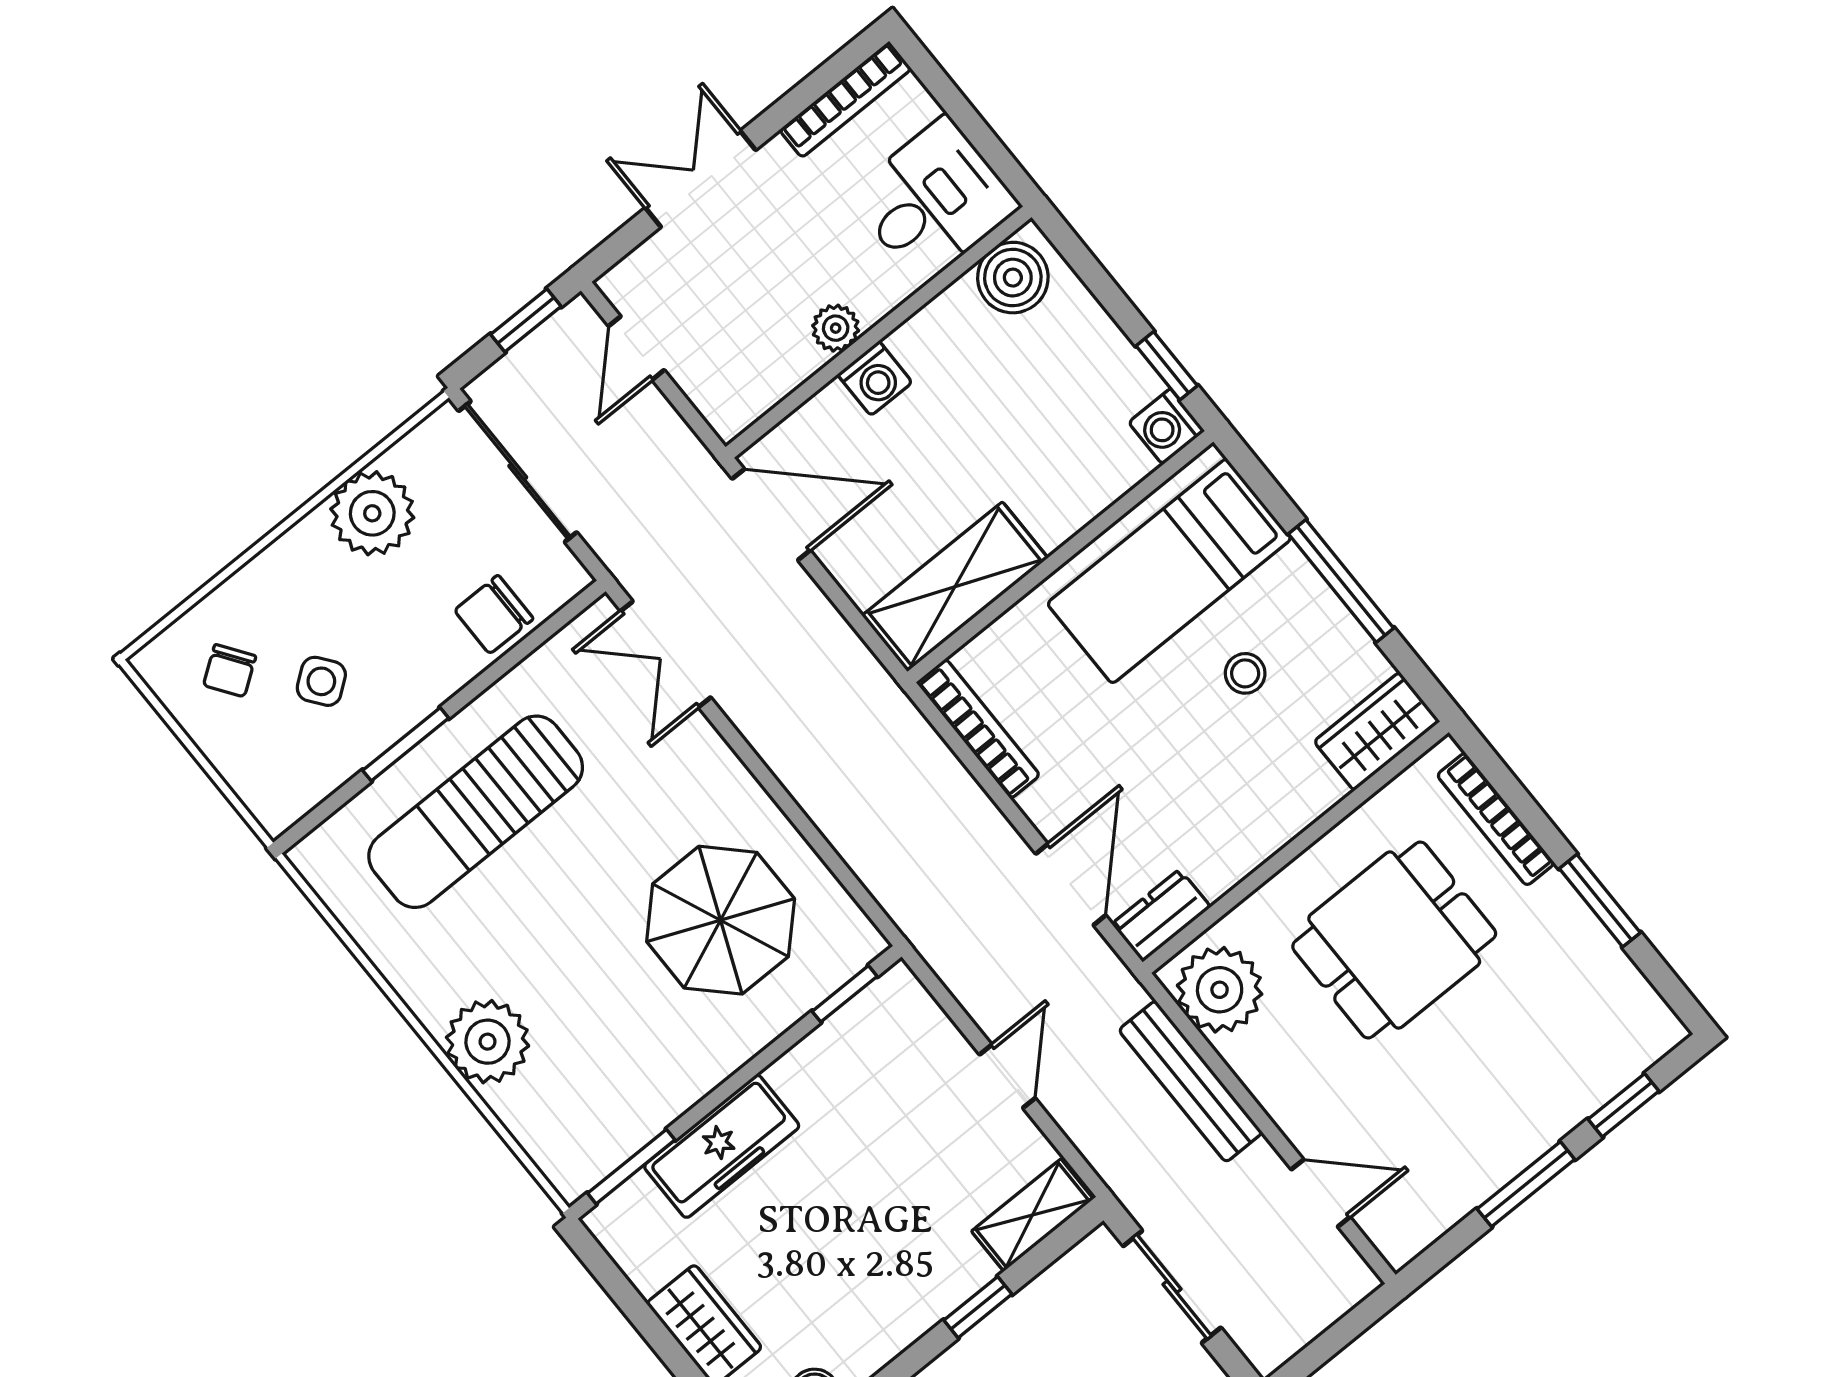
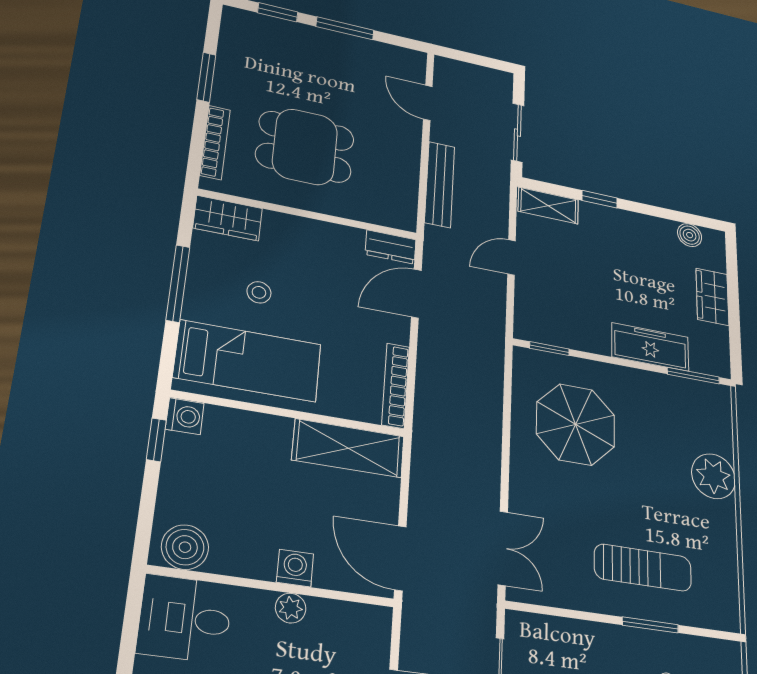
chair: (494, 614) -> (564, 640), removed
sun lounger: (476, 812) -> (643, 568), width x0.73, depth x0.75
plant: (1220, 990) -> (395, 201), removed

